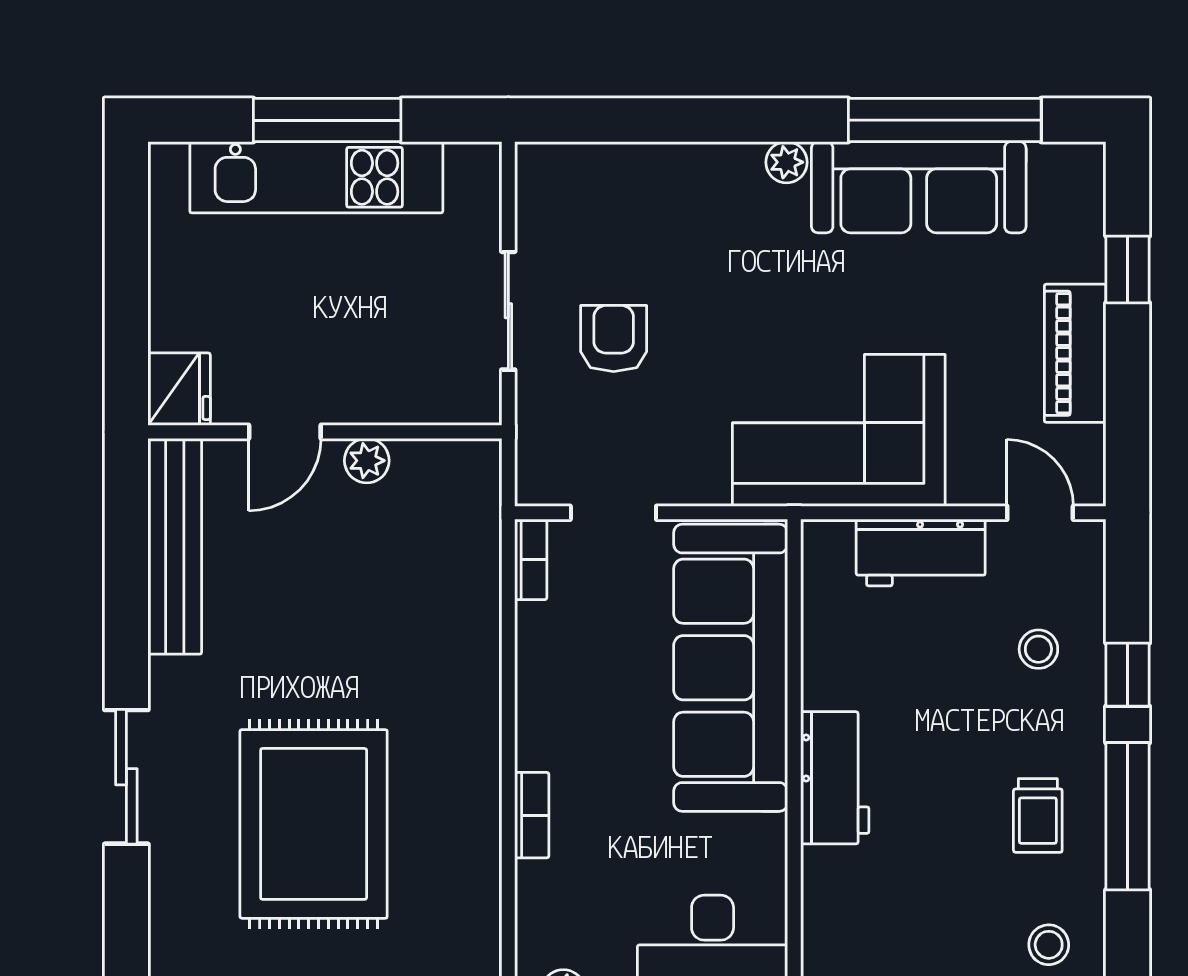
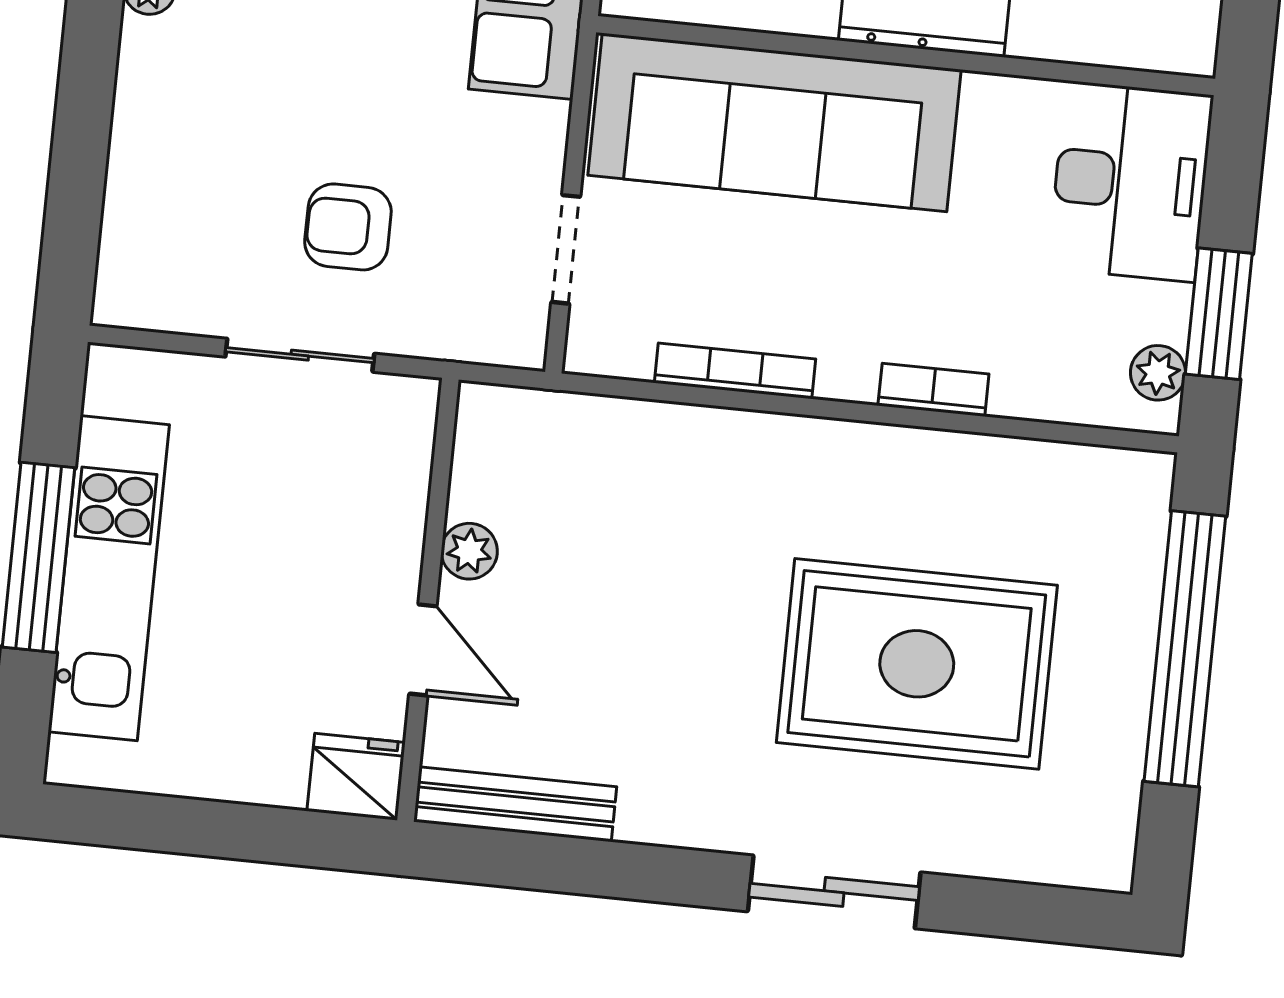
bench: (175, 546) -> (515, 804), width x0.73, depth x0.82
bookcase: (531, 559) -> (735, 371), moved, width x1.56

